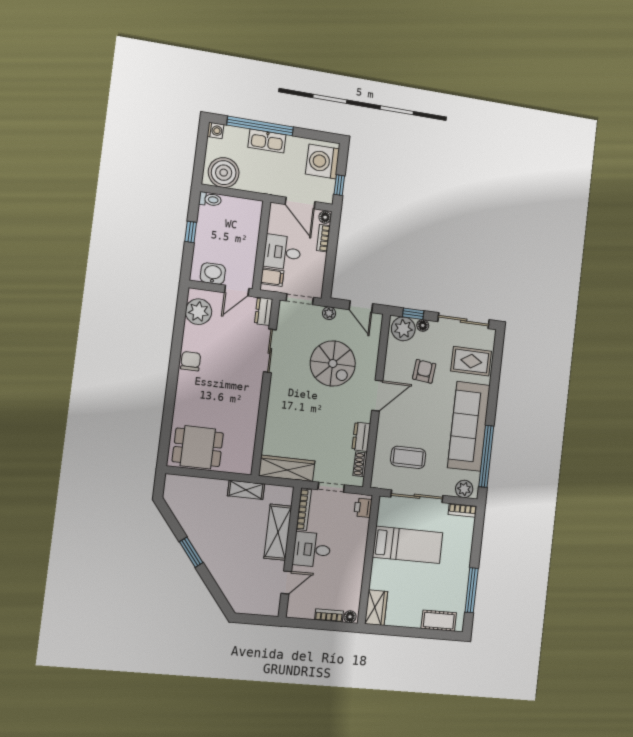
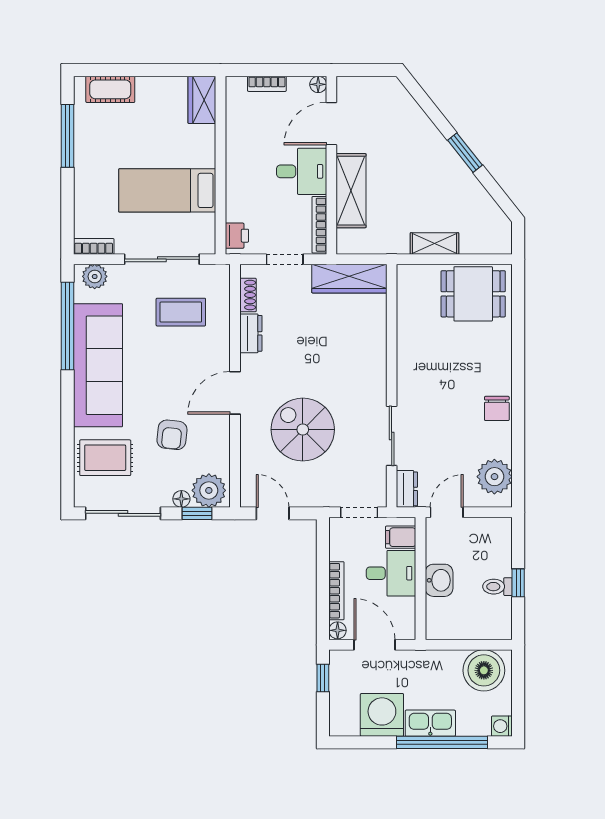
washing machine: (322, 161) -> (382, 715), moved, turned -90
toilet: (210, 199) -> (497, 587), moved
bookcase: (323, 238) -> (336, 591), width x1.56
washbasin: (213, 274) -> (439, 580), moved, turned -90
plant: (329, 313) -> (316, 498), removed
shelving: (246, 490) -> (435, 244), moved
door: (286, 582) -> (331, 124), width x1.38
floor lamp: (350, 617) -> (318, 84), moved

